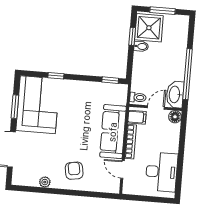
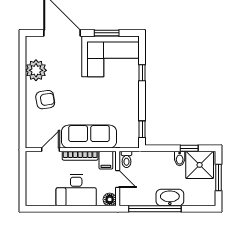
washbasin: (175, 94) -> (170, 198), moved
desk: (162, 172) -> (76, 190), moved
plant: (45, 182) -> (36, 70), width x1.88, depth x1.88

